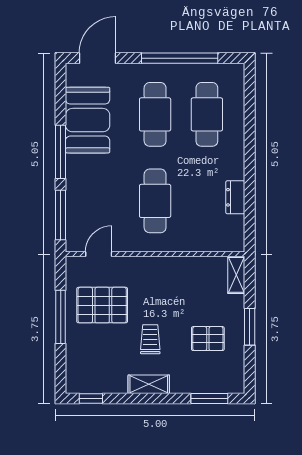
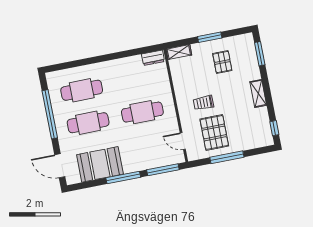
dresser: (235, 197) -> (153, 58), moved
trolley: (150, 339) -> (203, 103), moved

